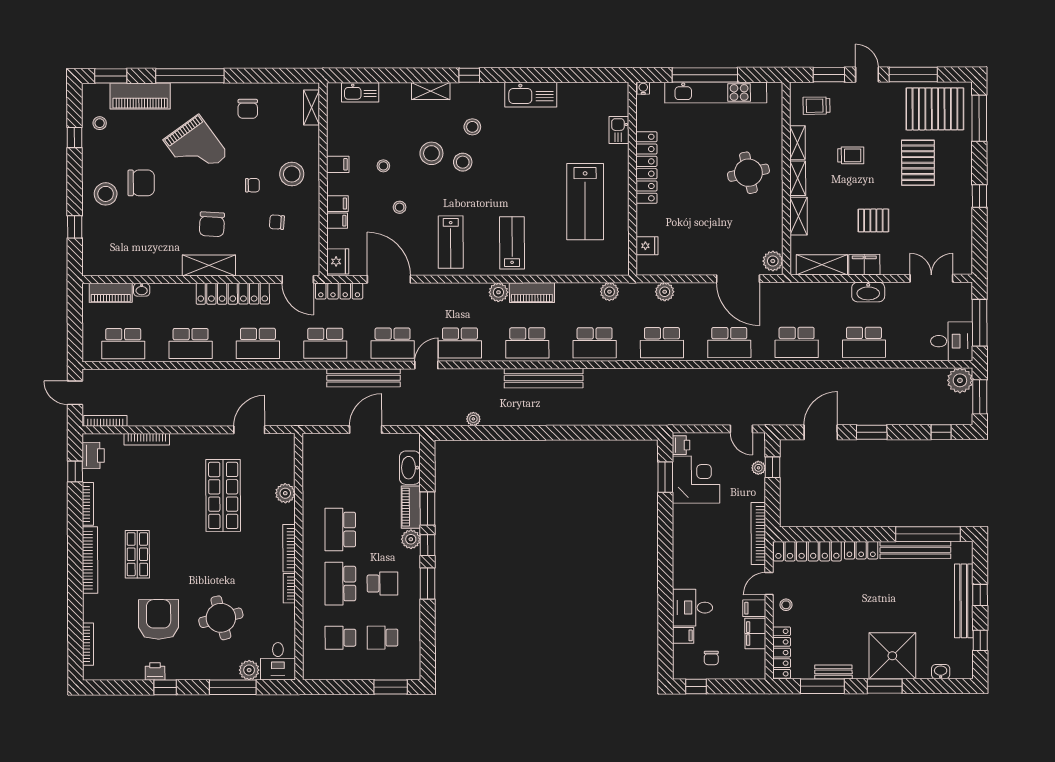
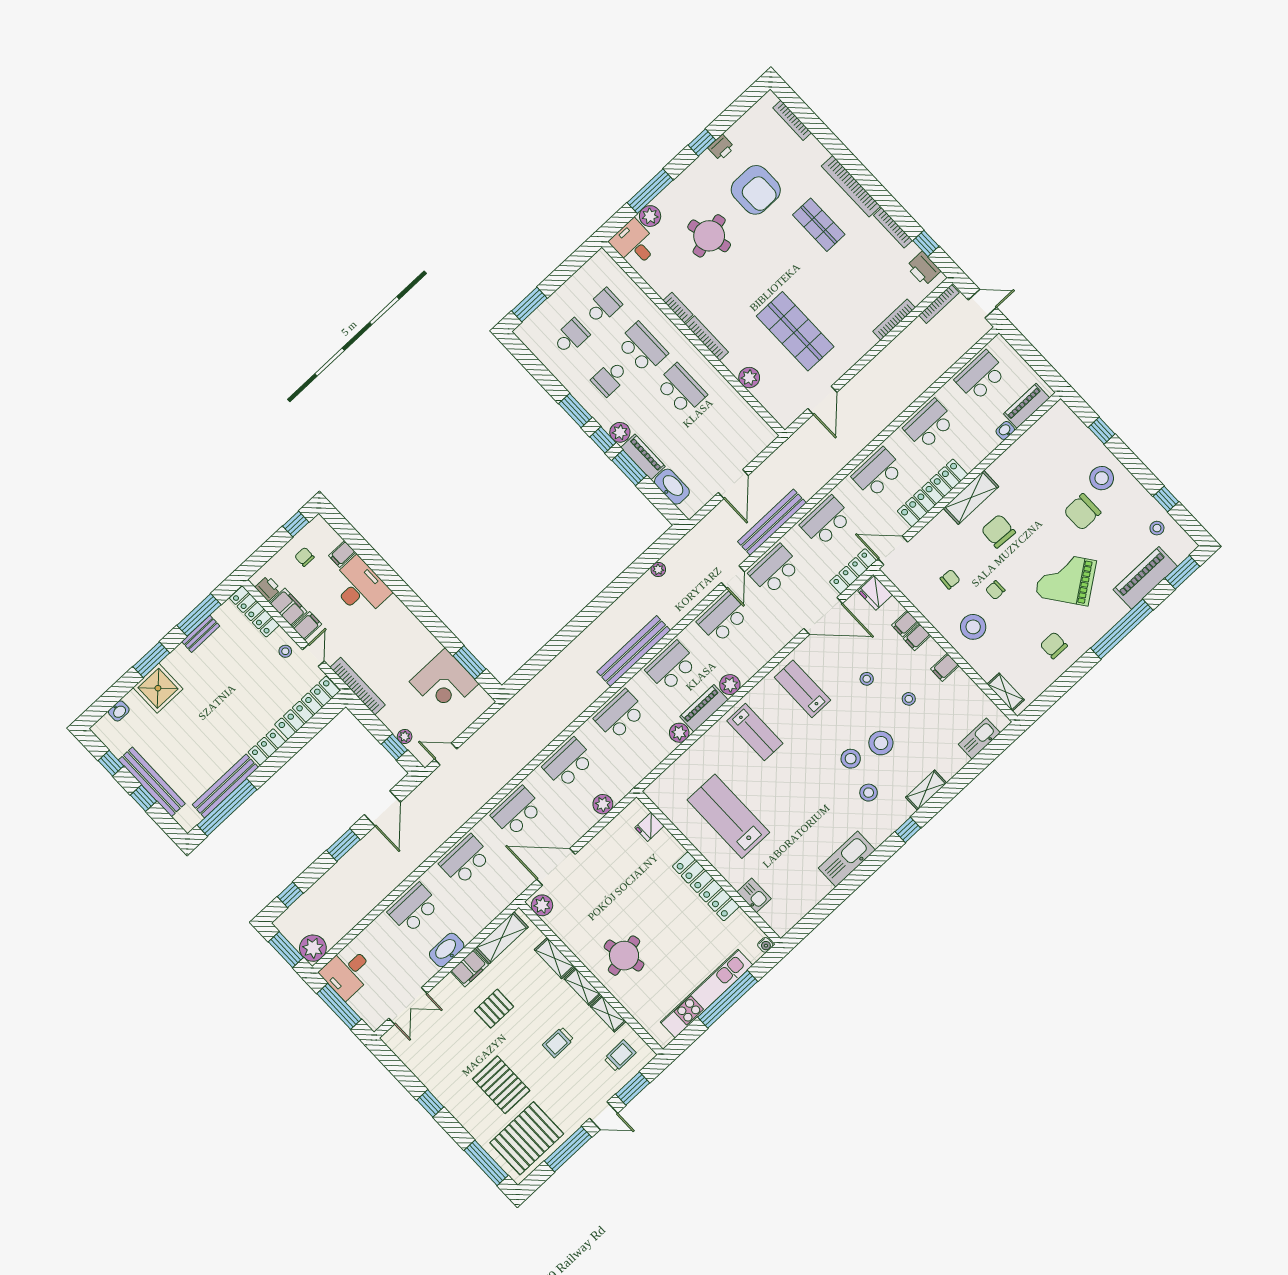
plant: (609, 292) -> (679, 733), moved
printer: (681, 445) -> (268, 588), moved, turned 180
desk: (692, 608) -> (360, 587), width x1.37
shower: (892, 656) -> (158, 688), width x0.73, depth x0.73

